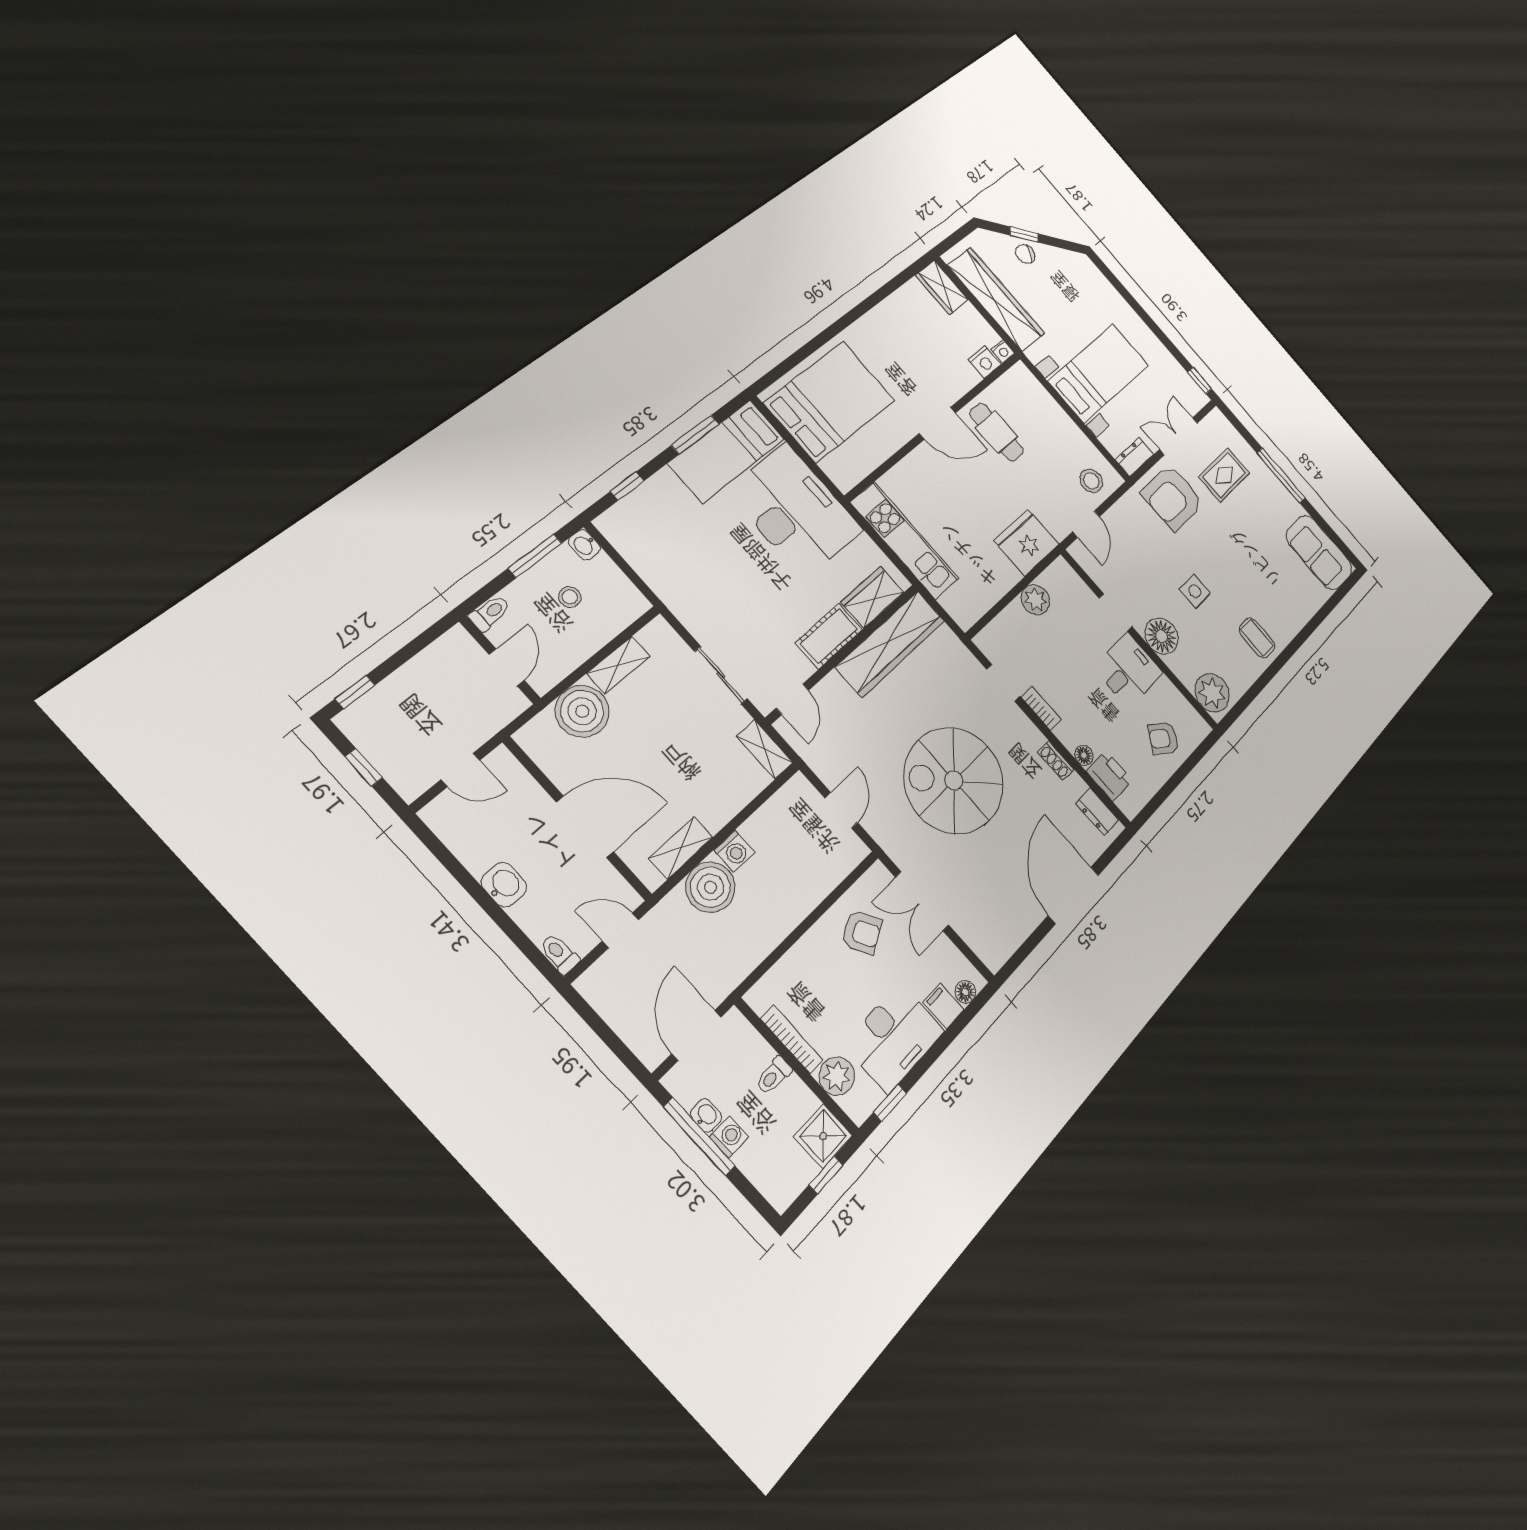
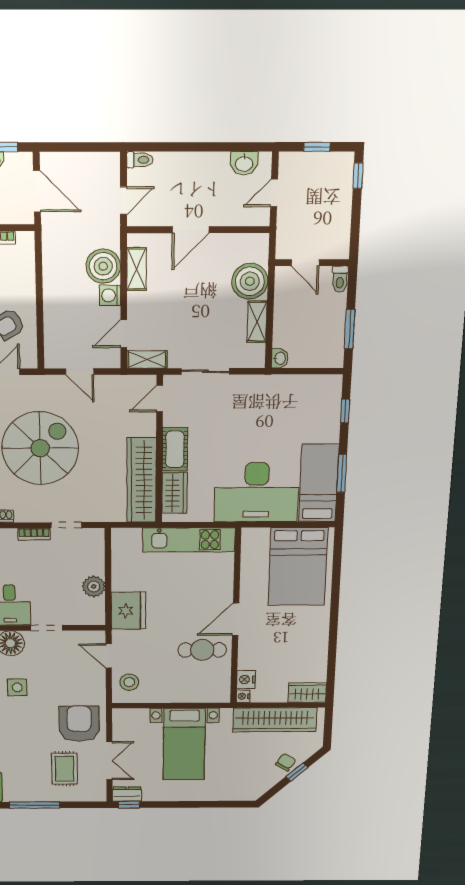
dresser: (1135, 457) -> (127, 794), moved, turned -90
washbasin: (584, 545) -> (280, 358), moved, turned 90
stool: (570, 597) -> (313, 328), removed
door: (792, 699) -> (160, 399), hinge flipped
door: (761, 799) -> (124, 334), added
door: (585, 827) -> (191, 230), width x0.73
washbasin: (504, 885) -> (244, 163), moved

